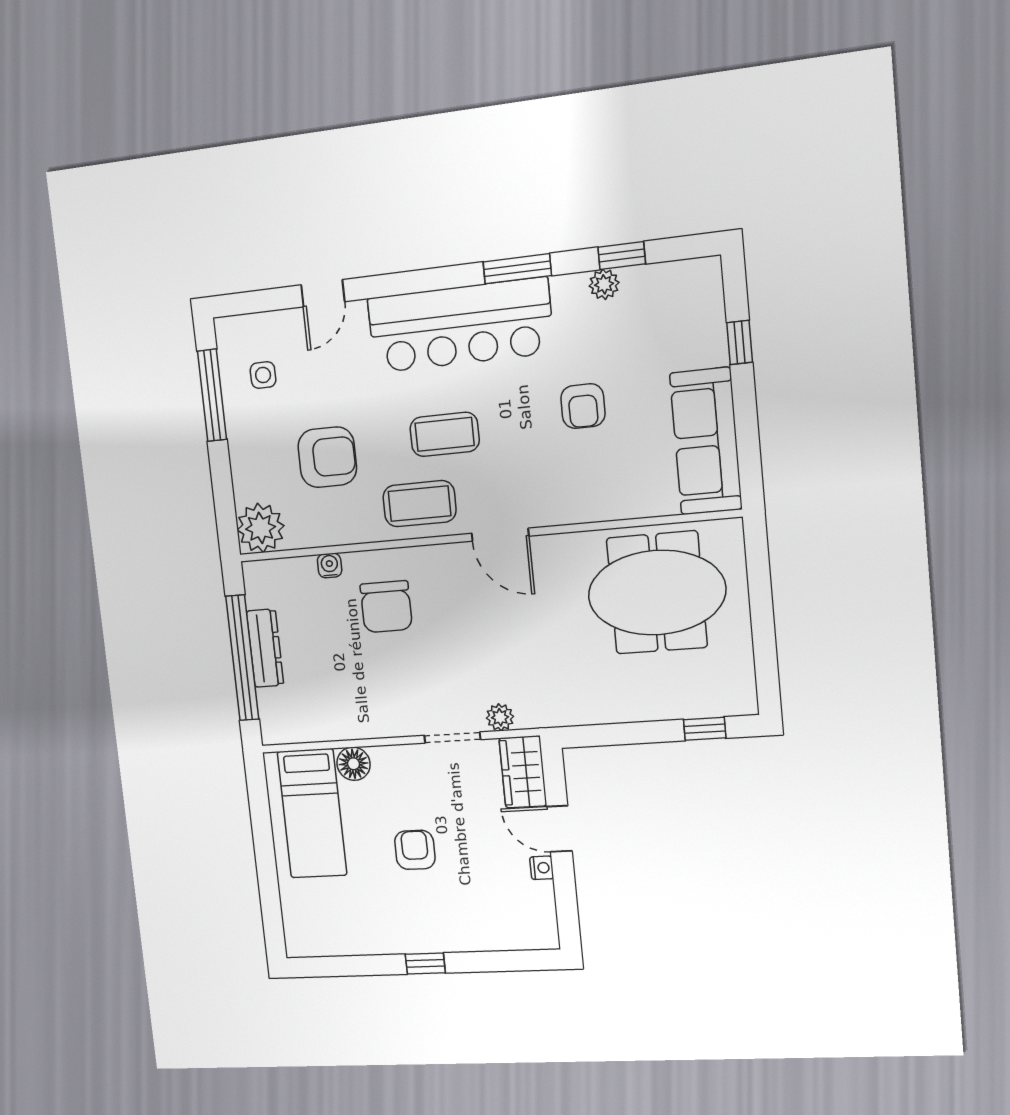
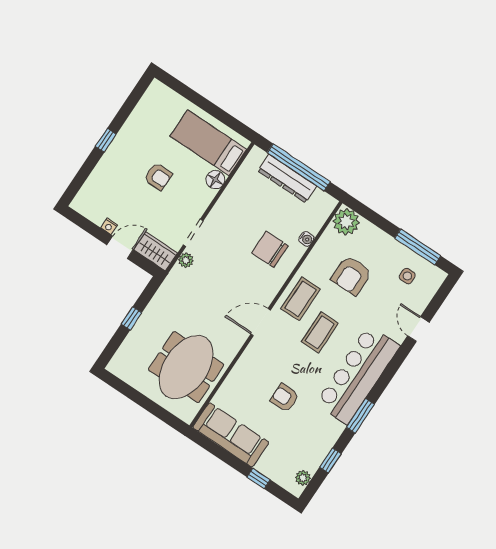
plant: (604, 284) -> (303, 478), moved
dresser: (265, 648) -> (287, 178), width x1.37, depth x1.24
window: (705, 729) -> (131, 318), moved

